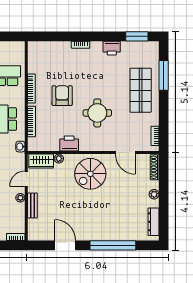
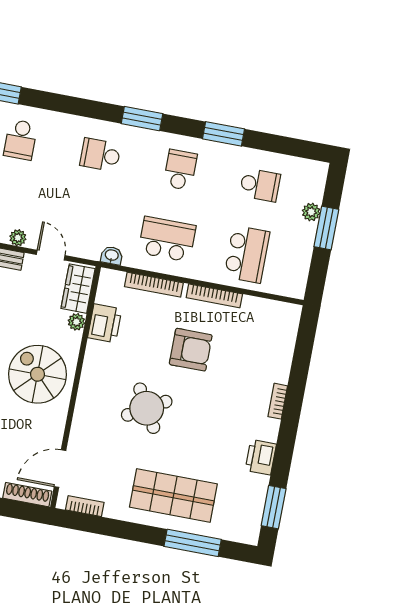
round table: (97, 113) -> (147, 408), turned -30
printer: (69, 144) -> (105, 323), moved
door: (125, 153) -> (60, 469), moved

